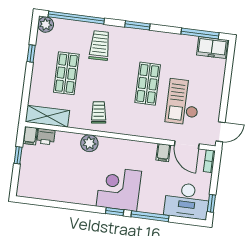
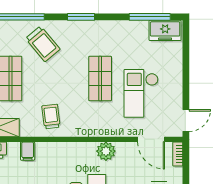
trolley: (100, 45) -> (43, 44), turned 141
plant: (89, 143) -> (106, 151), moved
filing cabinet: (163, 153) -> (28, 151), moved

